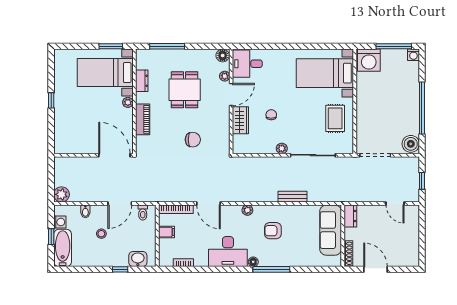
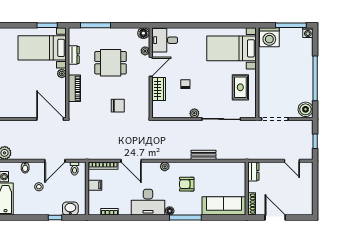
dining table: (185, 90) -> (111, 63), turned 90
sofa: (331, 230) -> (224, 206), moved, turned 90

